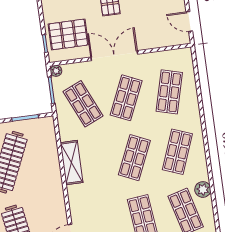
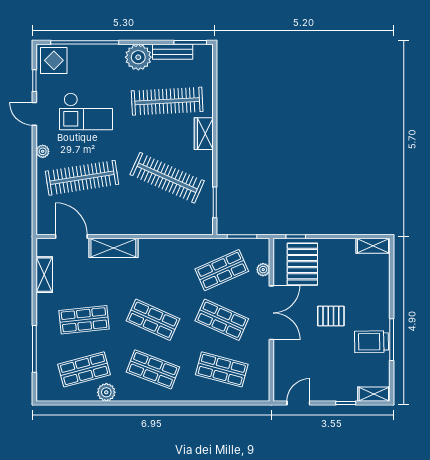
plant: (56, 71) -> (263, 270), moved
shelving: (72, 163) -> (113, 248), moved

